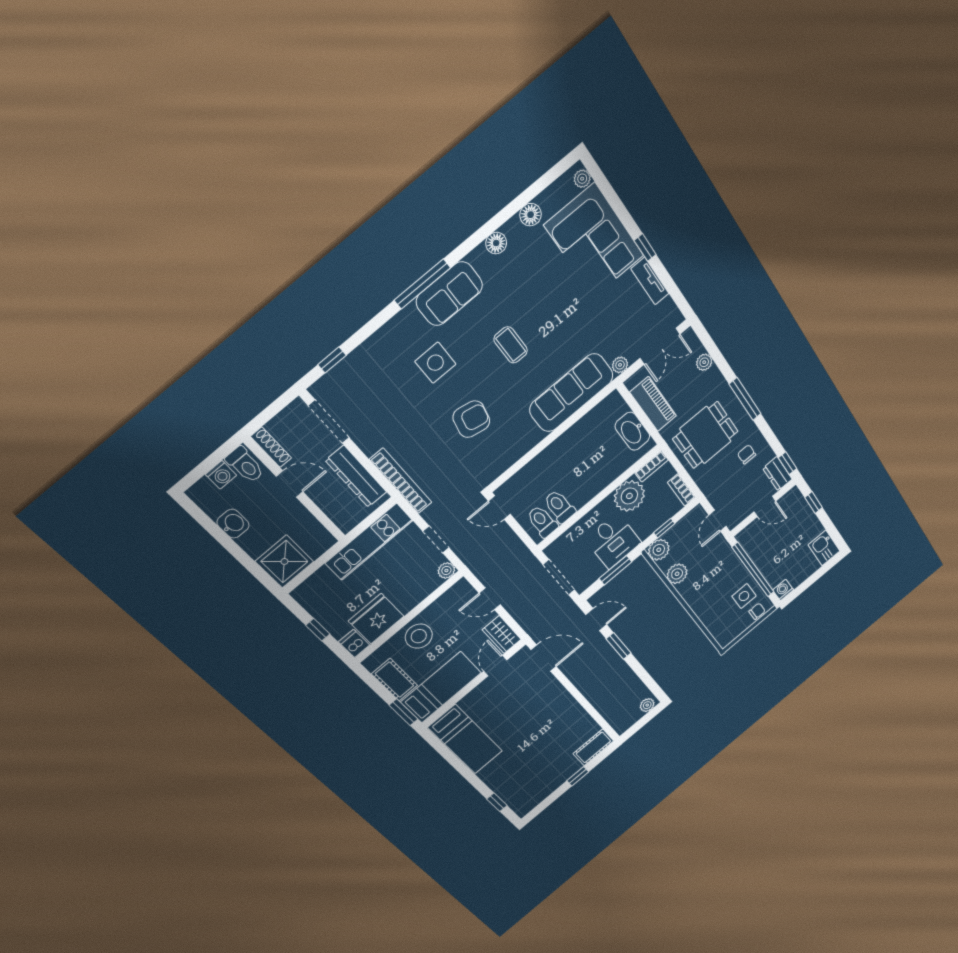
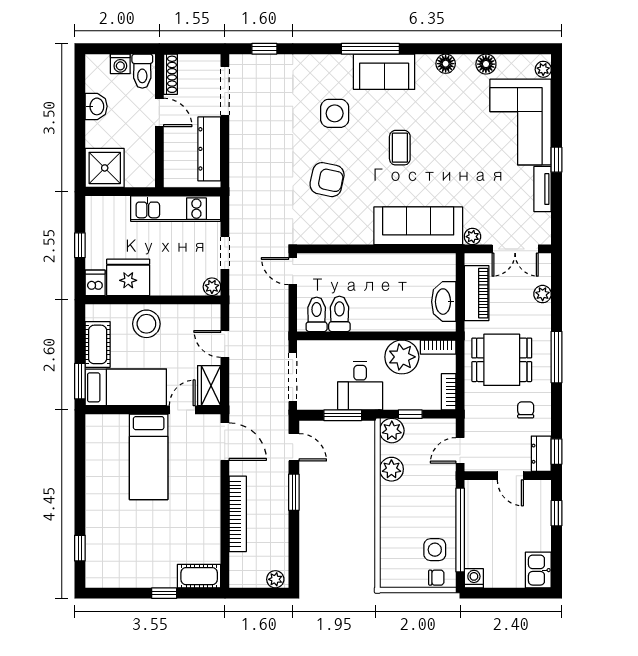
bookcase: (401, 481) -> (238, 514), moved
bed: (465, 739) -> (149, 457), moved

